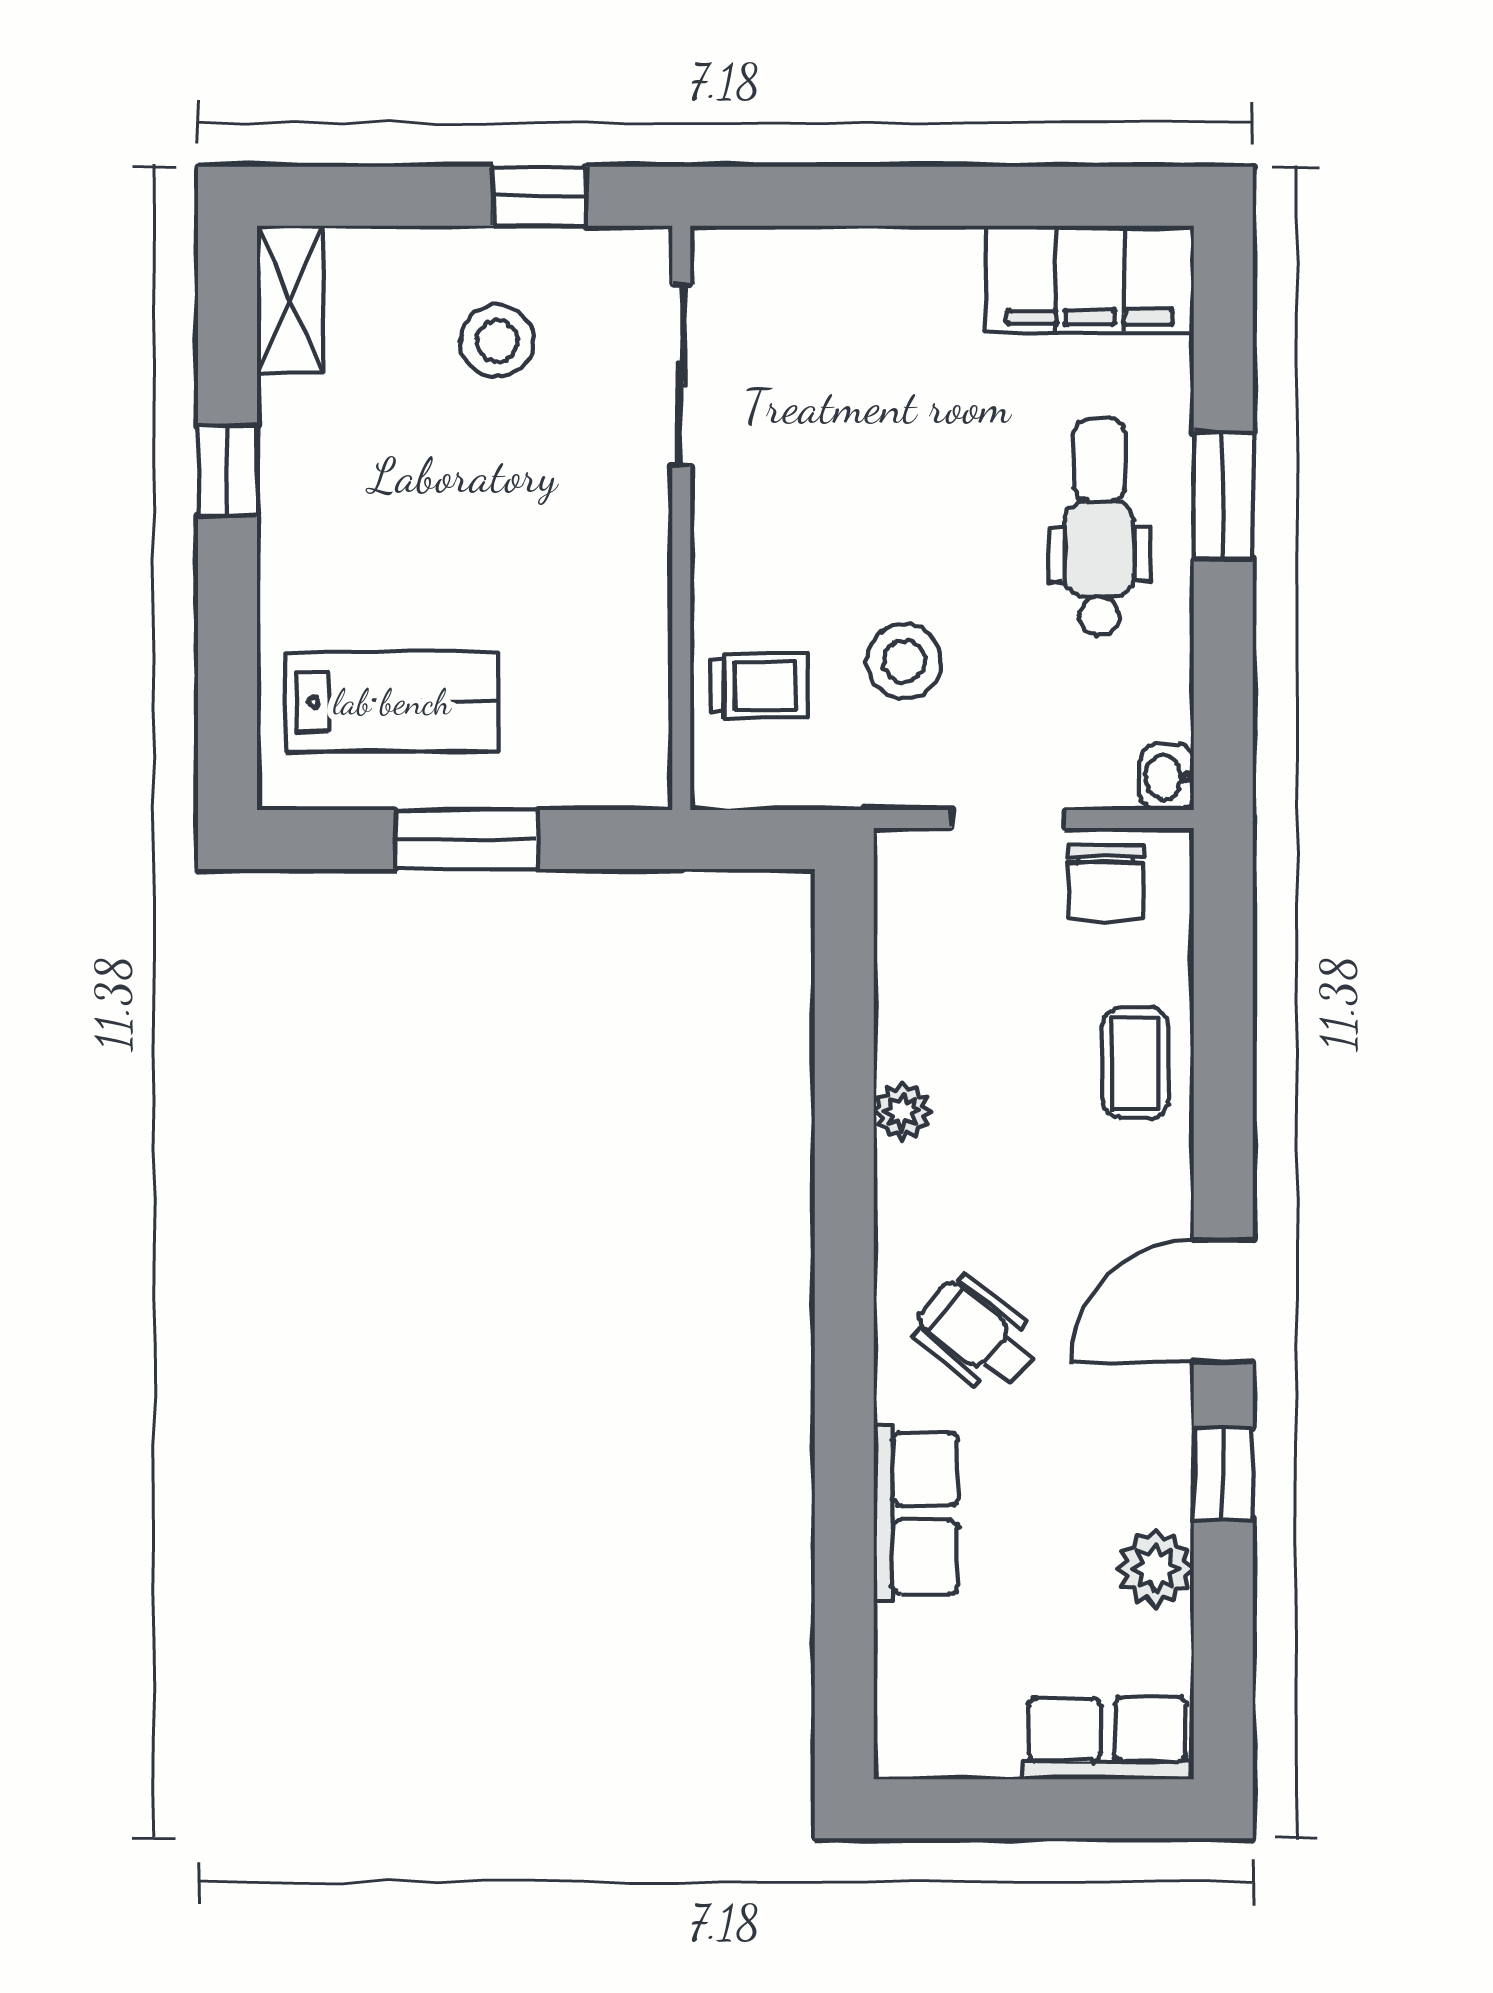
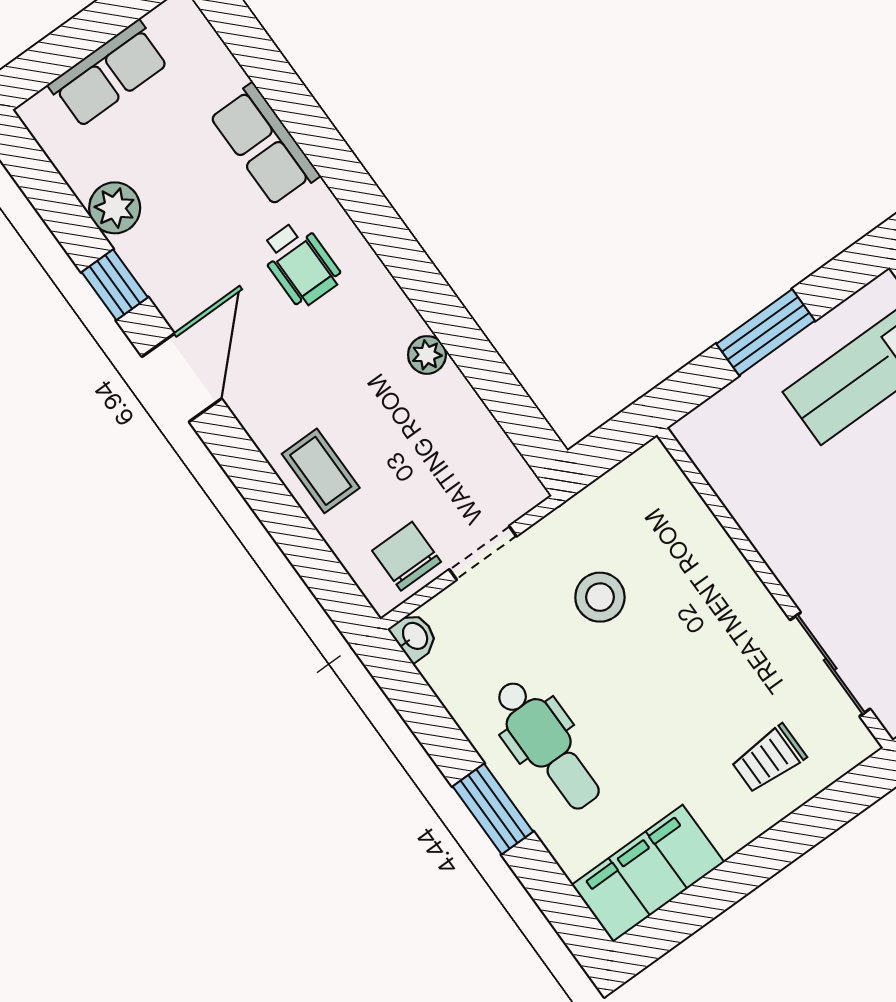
trolley: (759, 686) -> (769, 759), moved
wheelchair: (977, 1335) -> (300, 264), turned 51
row of seats: (1108, 1738) -> (109, 74), moved

